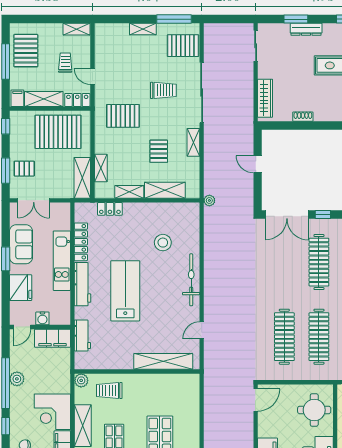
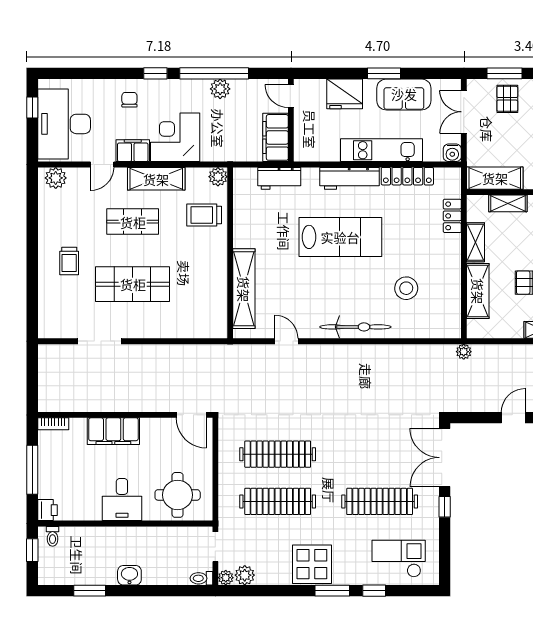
water cooler: (42, 318) -> (452, 153), moved, turned -90
trolley: (109, 391) -> (204, 215), turned -90

